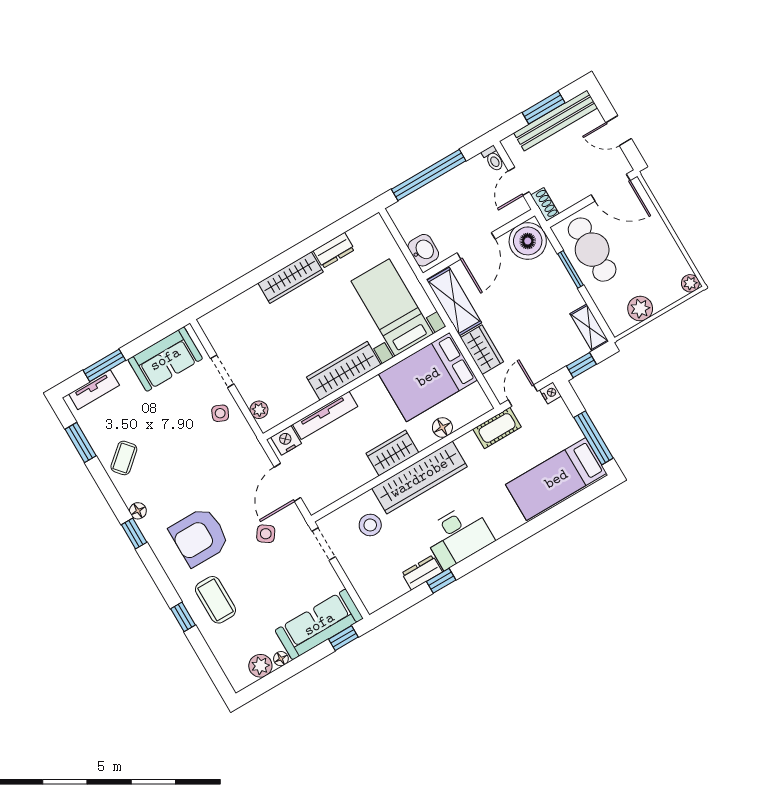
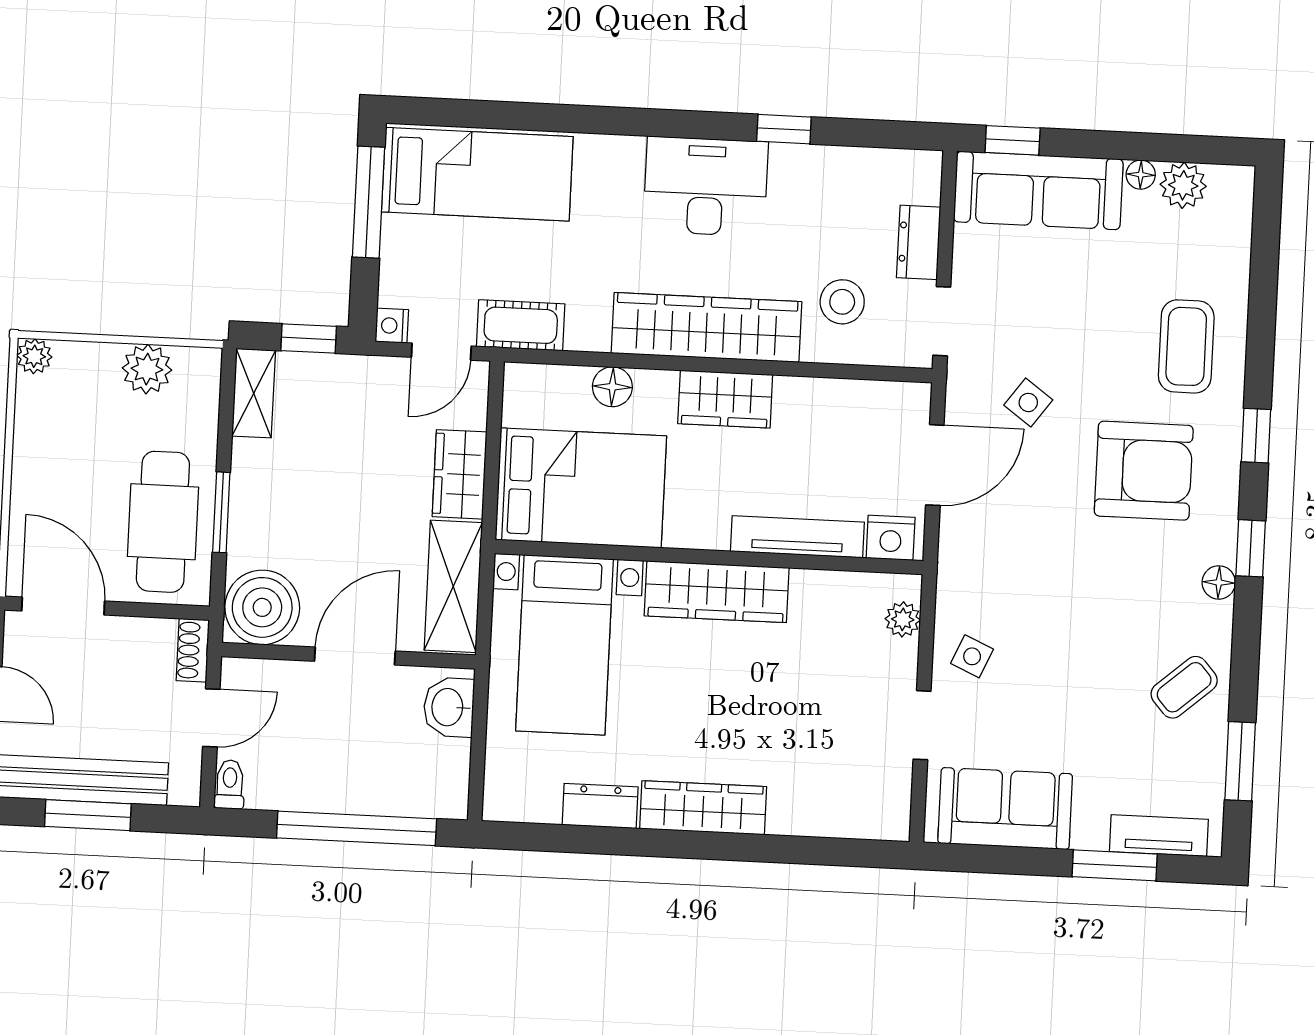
dresser: (422, 573) -> (919, 242), moved, turned 90
window: (183, 617) -> (1256, 436), moved

